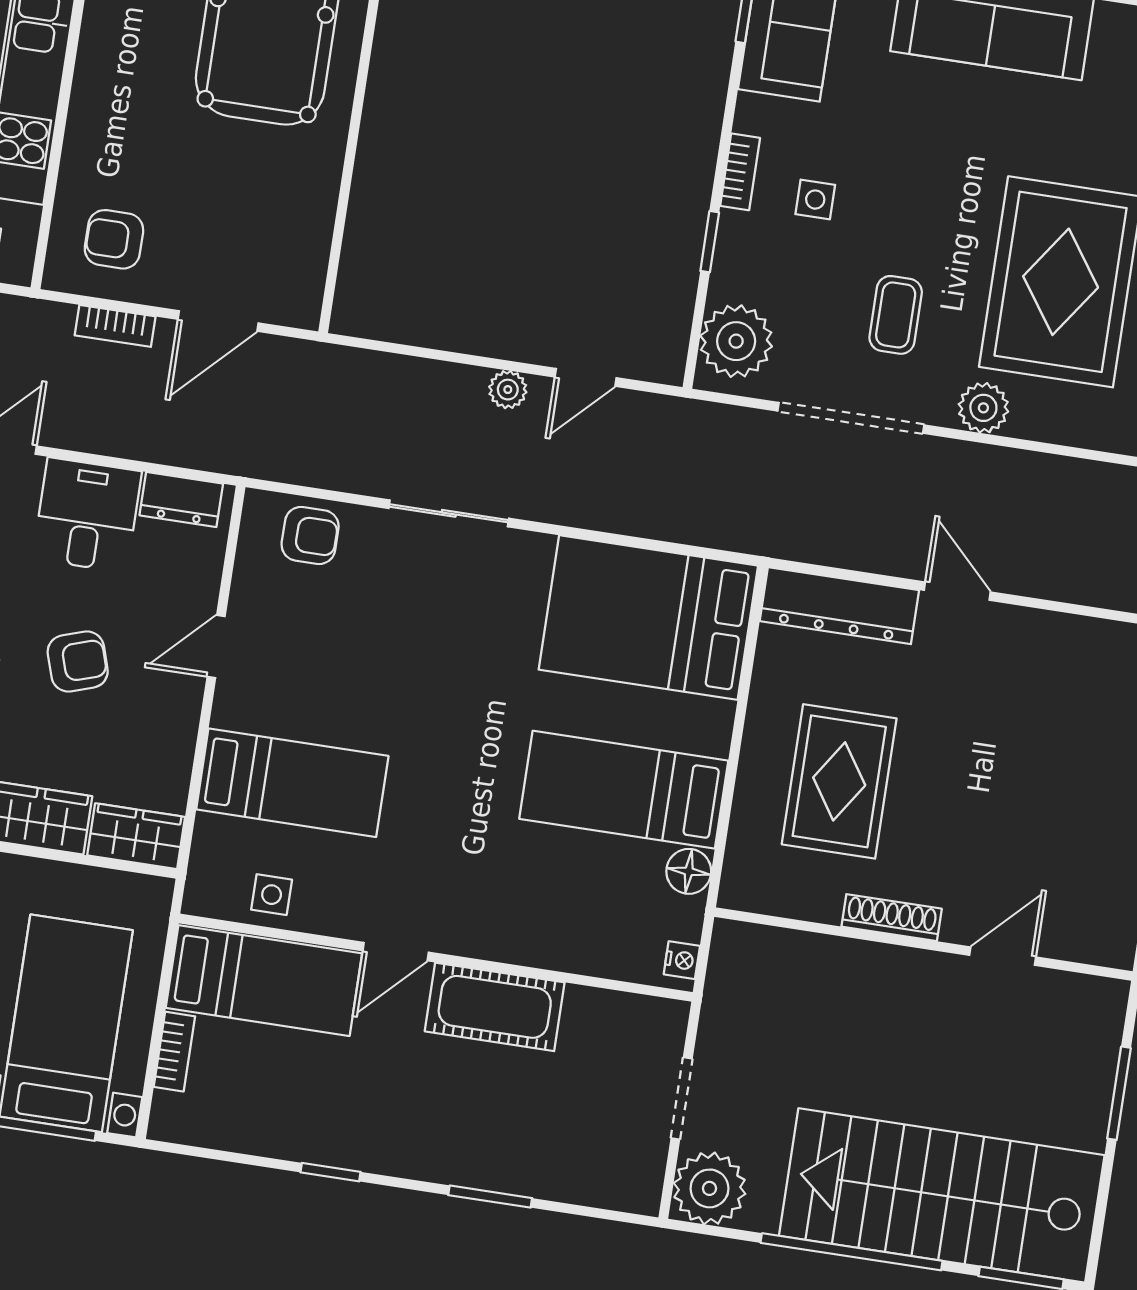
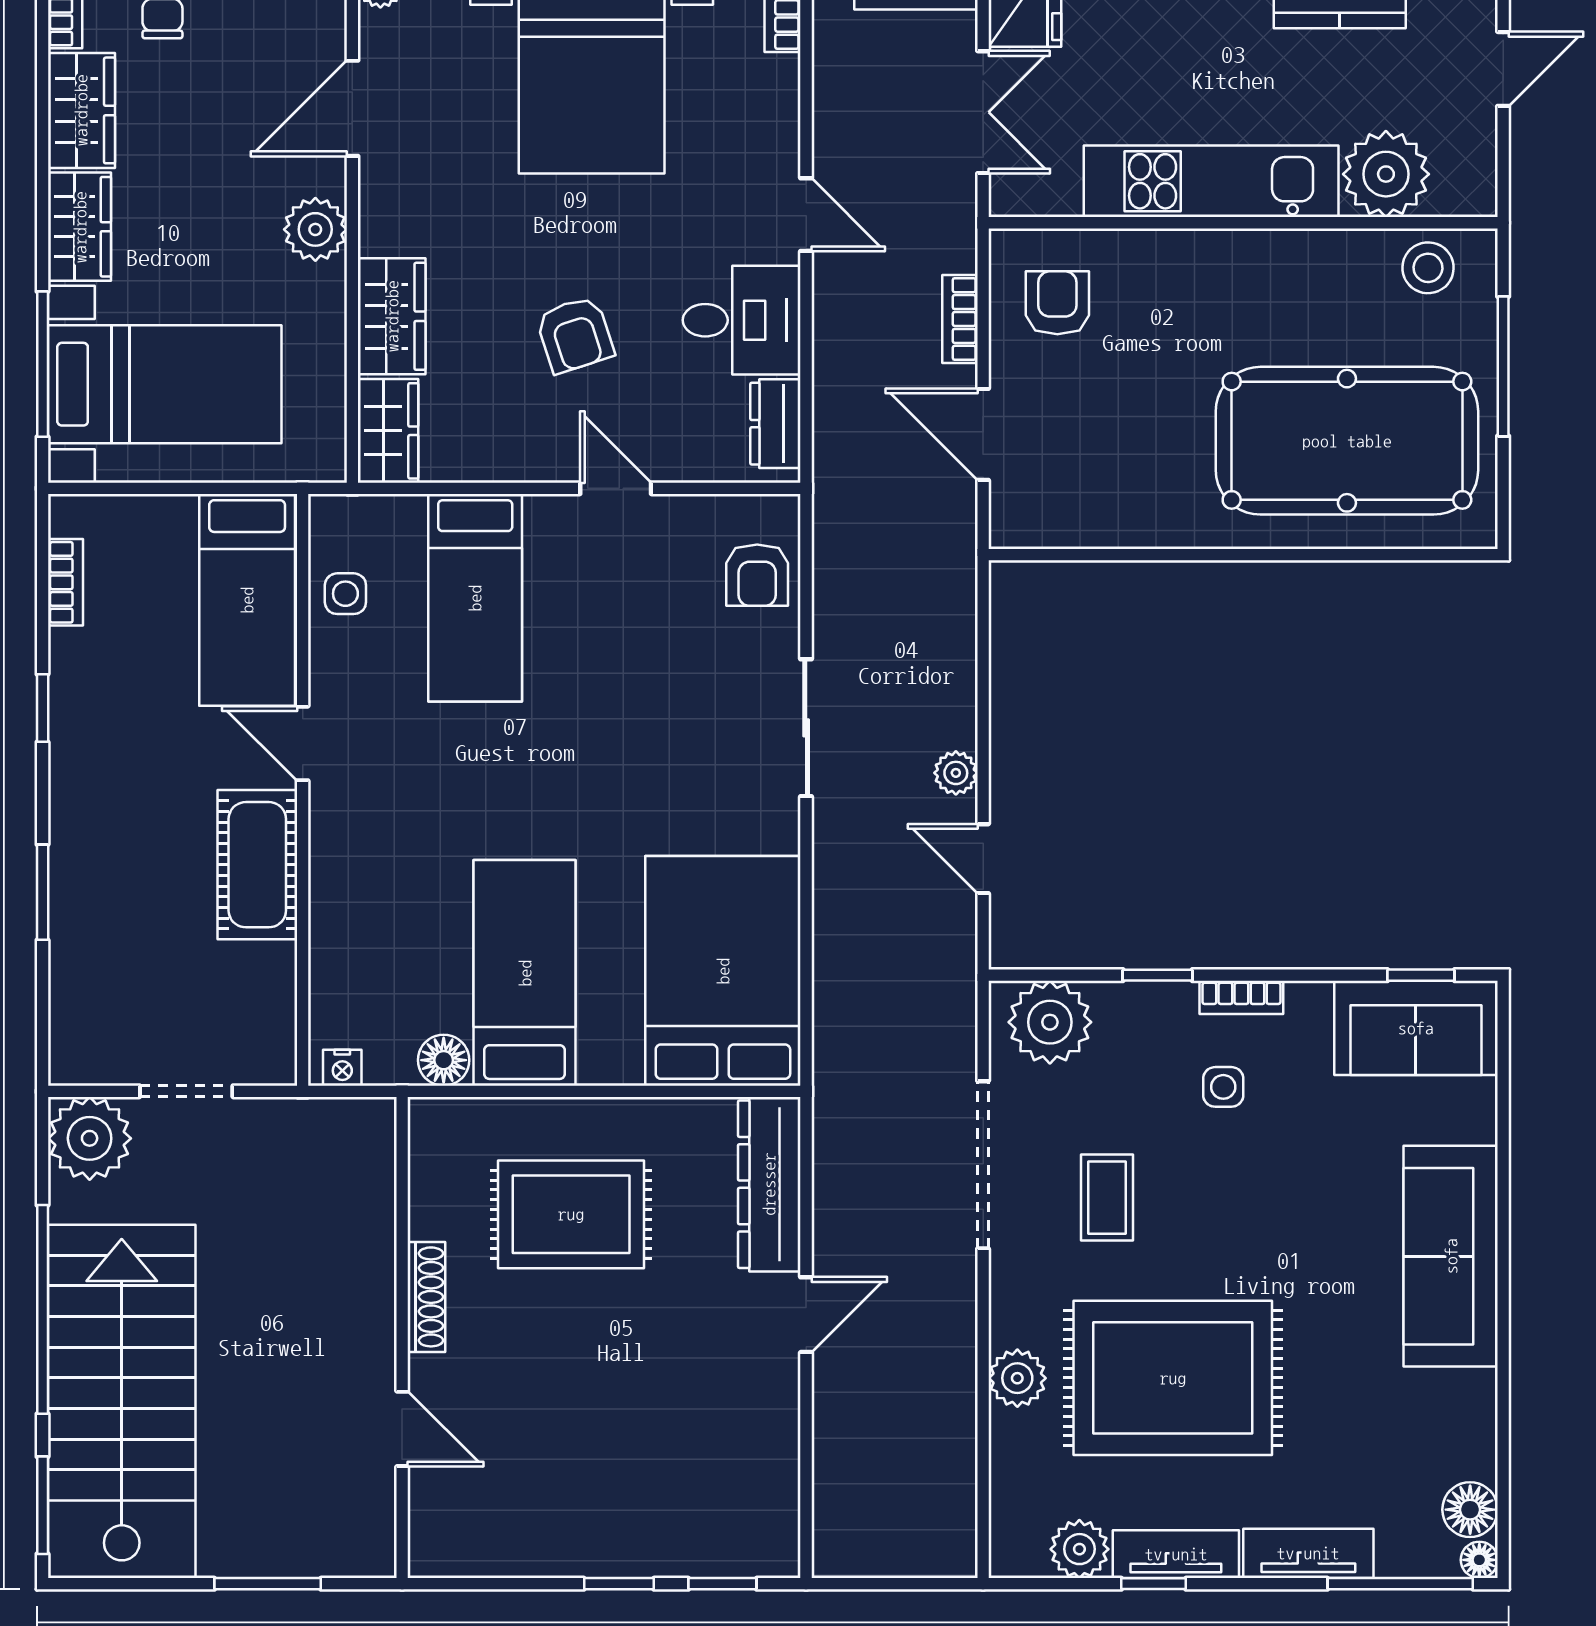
coffee table: (896, 315) -> (1107, 1198), turned 90
plant: (983, 408) -> (1017, 1378), moved
bookcase: (174, 1052) -> (65, 582), moved, turned -90

